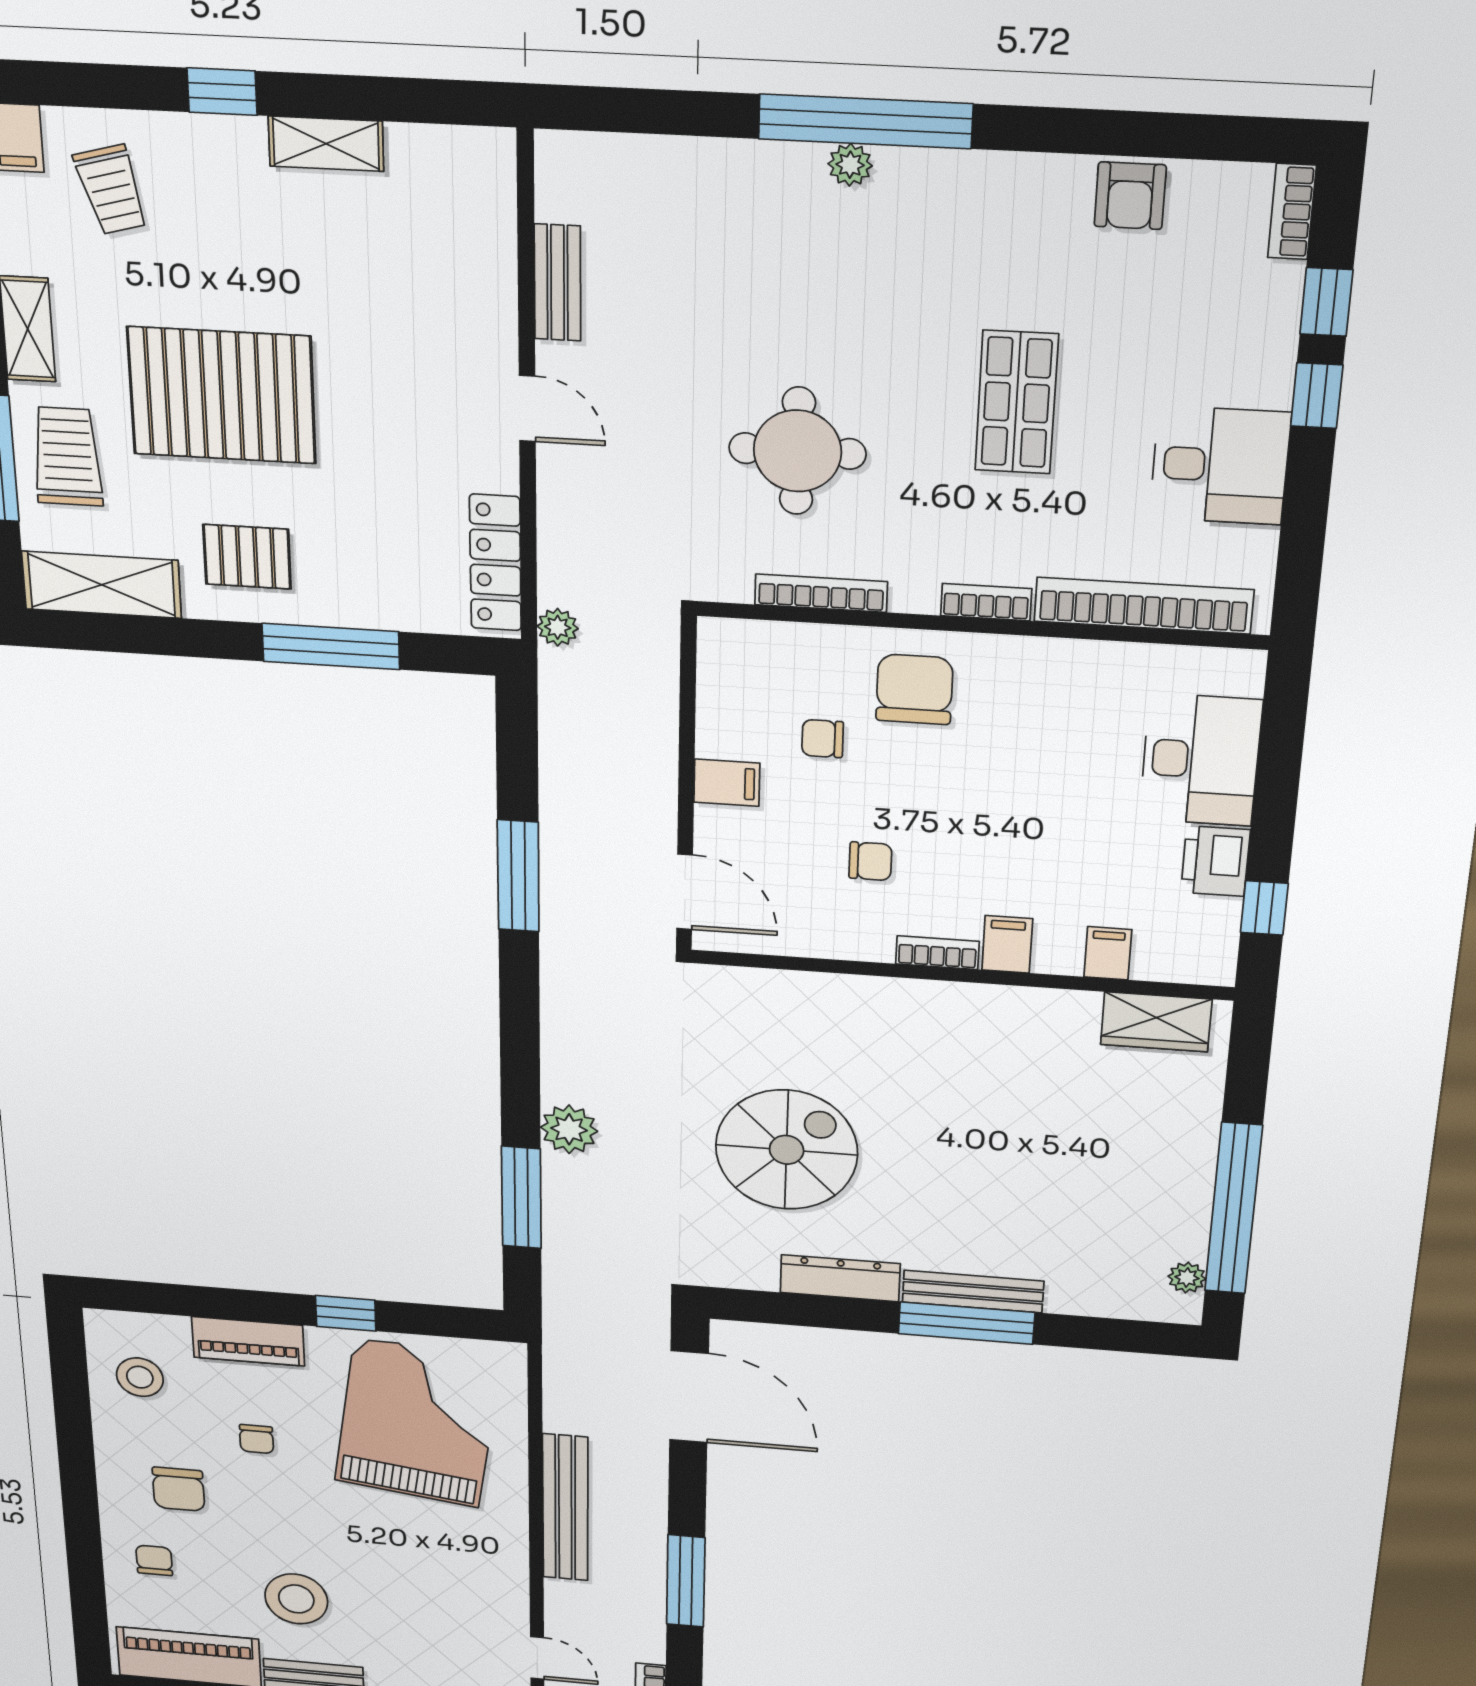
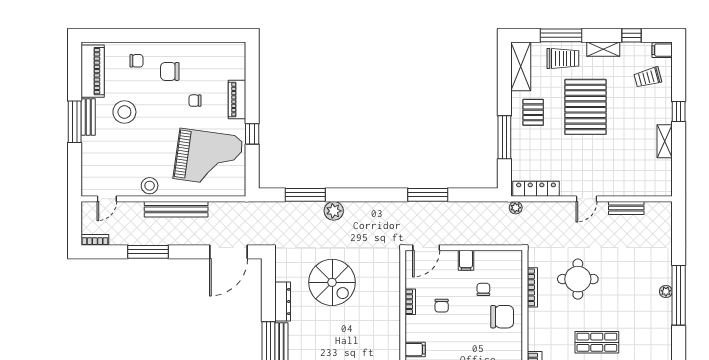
bookcase: (986, 602) -> (533, 337), removed
bookcase: (937, 953) -> (410, 302), moved
stool: (140, 1377) -> (150, 186), moved

